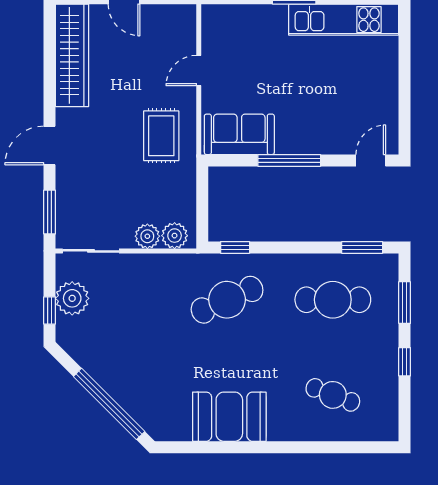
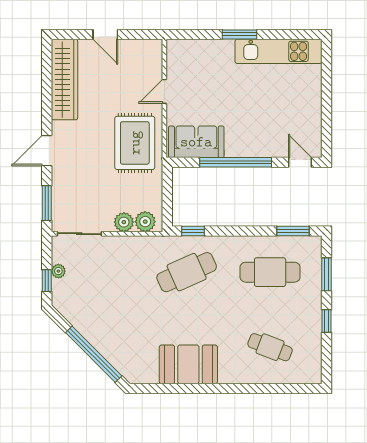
rug: (161, 136) -> (135, 143), width x1.36, depth x1.43
window: (289, 160) -> (236, 162), width x1.46
door: (371, 160) -> (300, 162), hinge flipped
plant: (72, 298) -> (58, 271), width x0.53, depth x0.53

